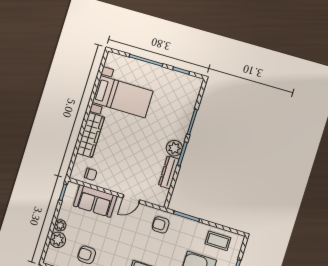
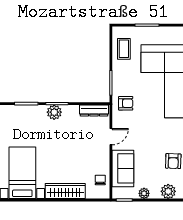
dresser: (169, 172) -> (94, 111), moved
door: (131, 199) -> (111, 137), hinge flipped
plant: (60, 225) -> (144, 193), moved
armchair: (161, 225) -> (126, 103), turned -90

